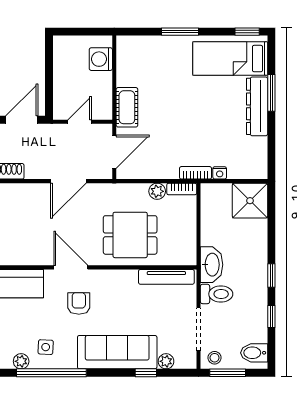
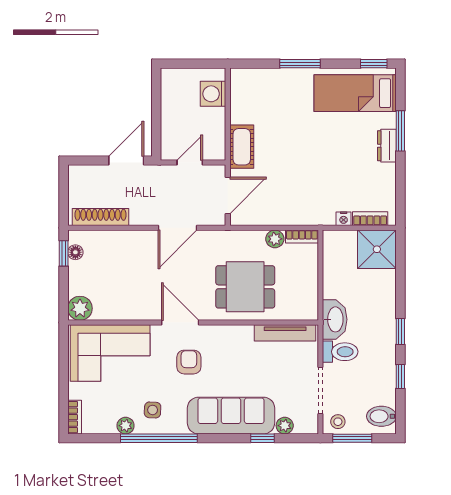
dresser: (257, 106) -> (387, 146), width x0.51, depth x0.80
bookcase: (195, 173) -> (370, 219), moved

